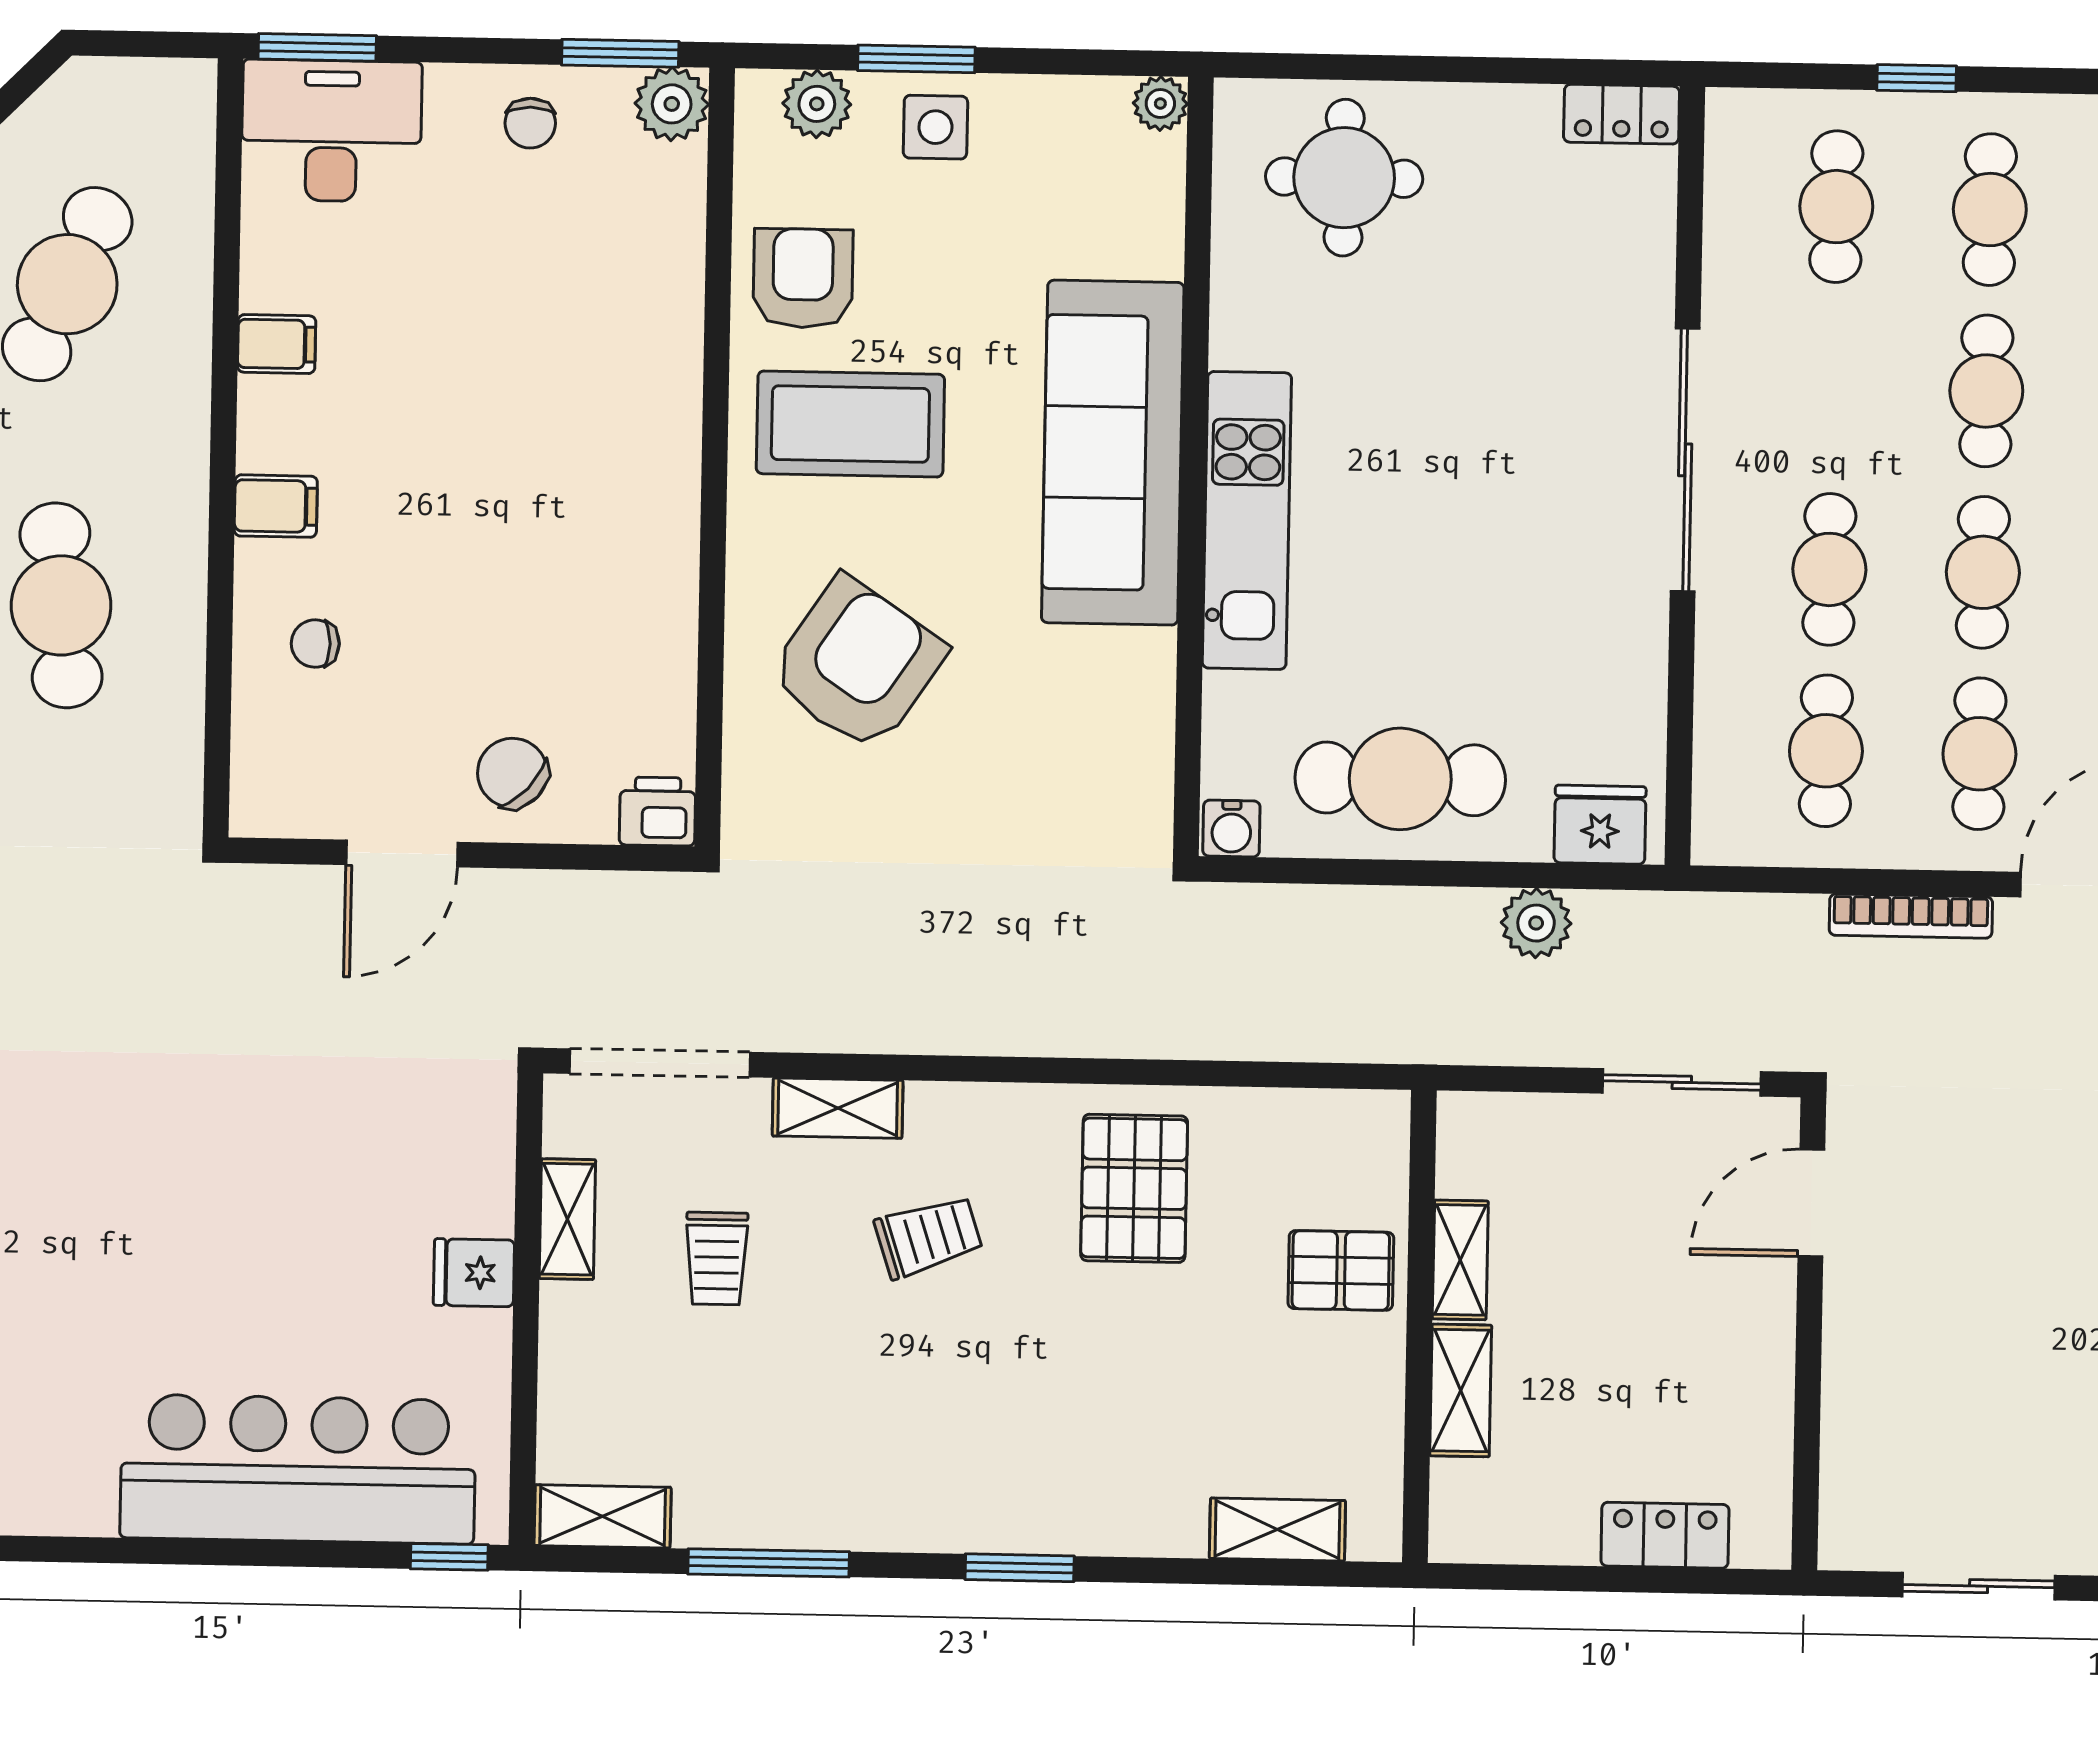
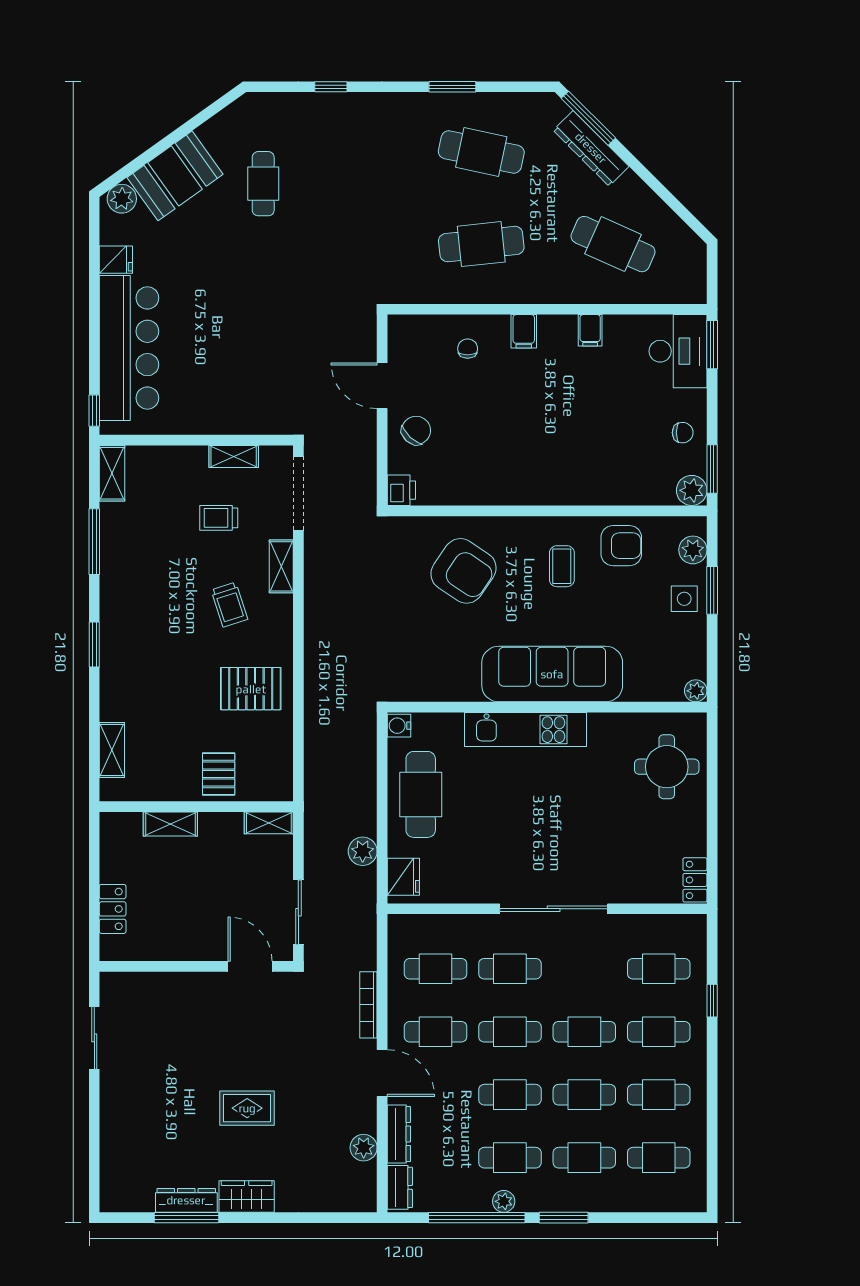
chair: (530, 123) -> (683, 433), turned 180
coffee table: (850, 424) -> (562, 566), width x0.54, depth x0.58
shelving: (1460, 1260) -> (269, 823), moved
fridge: (474, 1273) -> (116, 260), moved, turned 90

